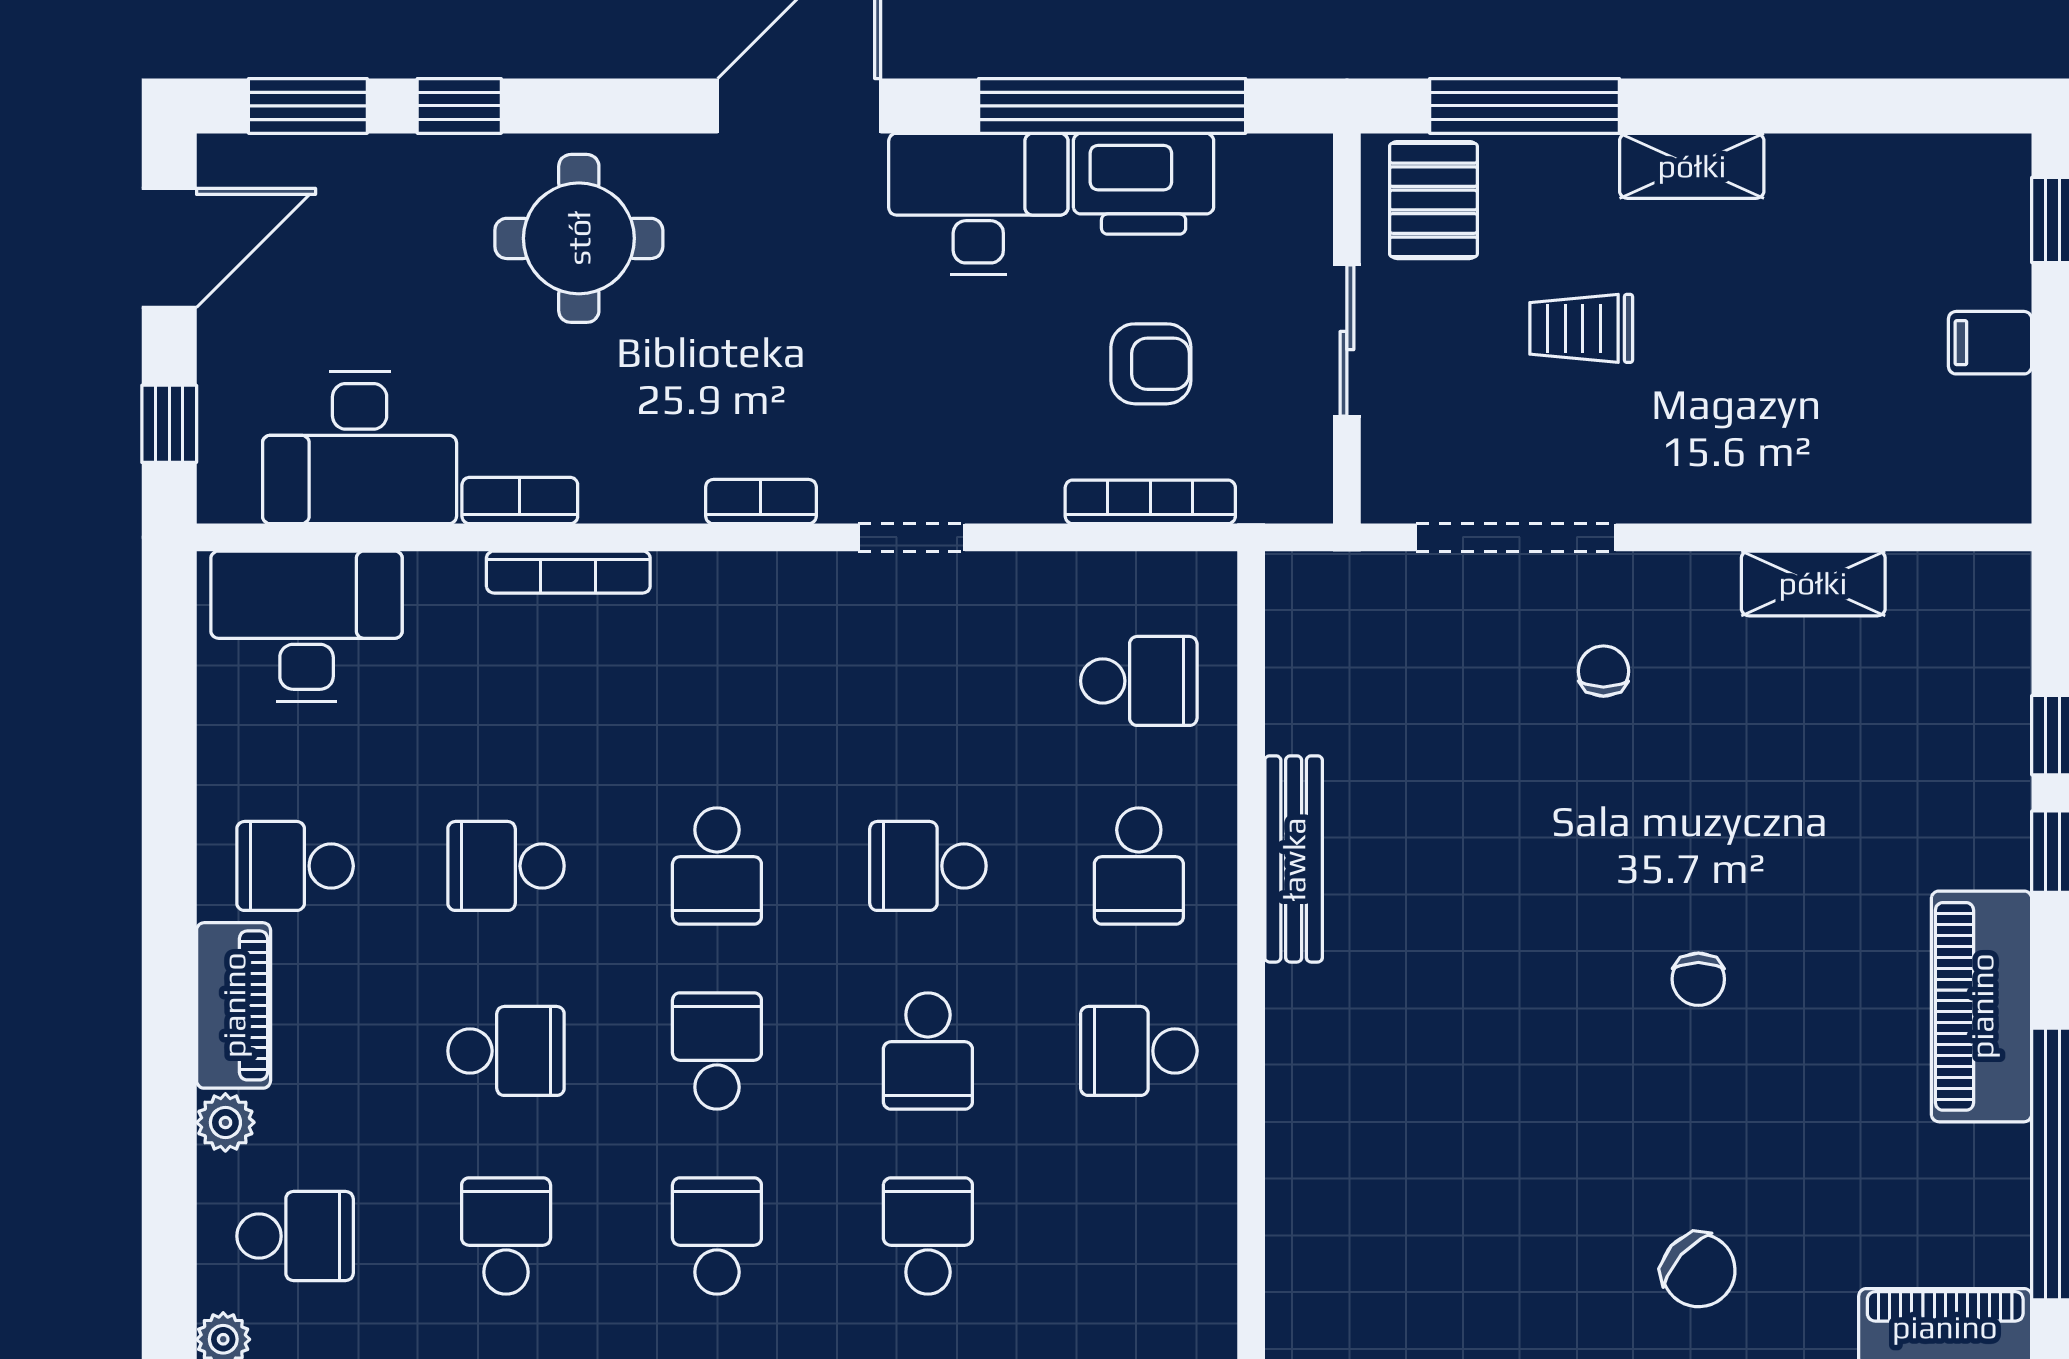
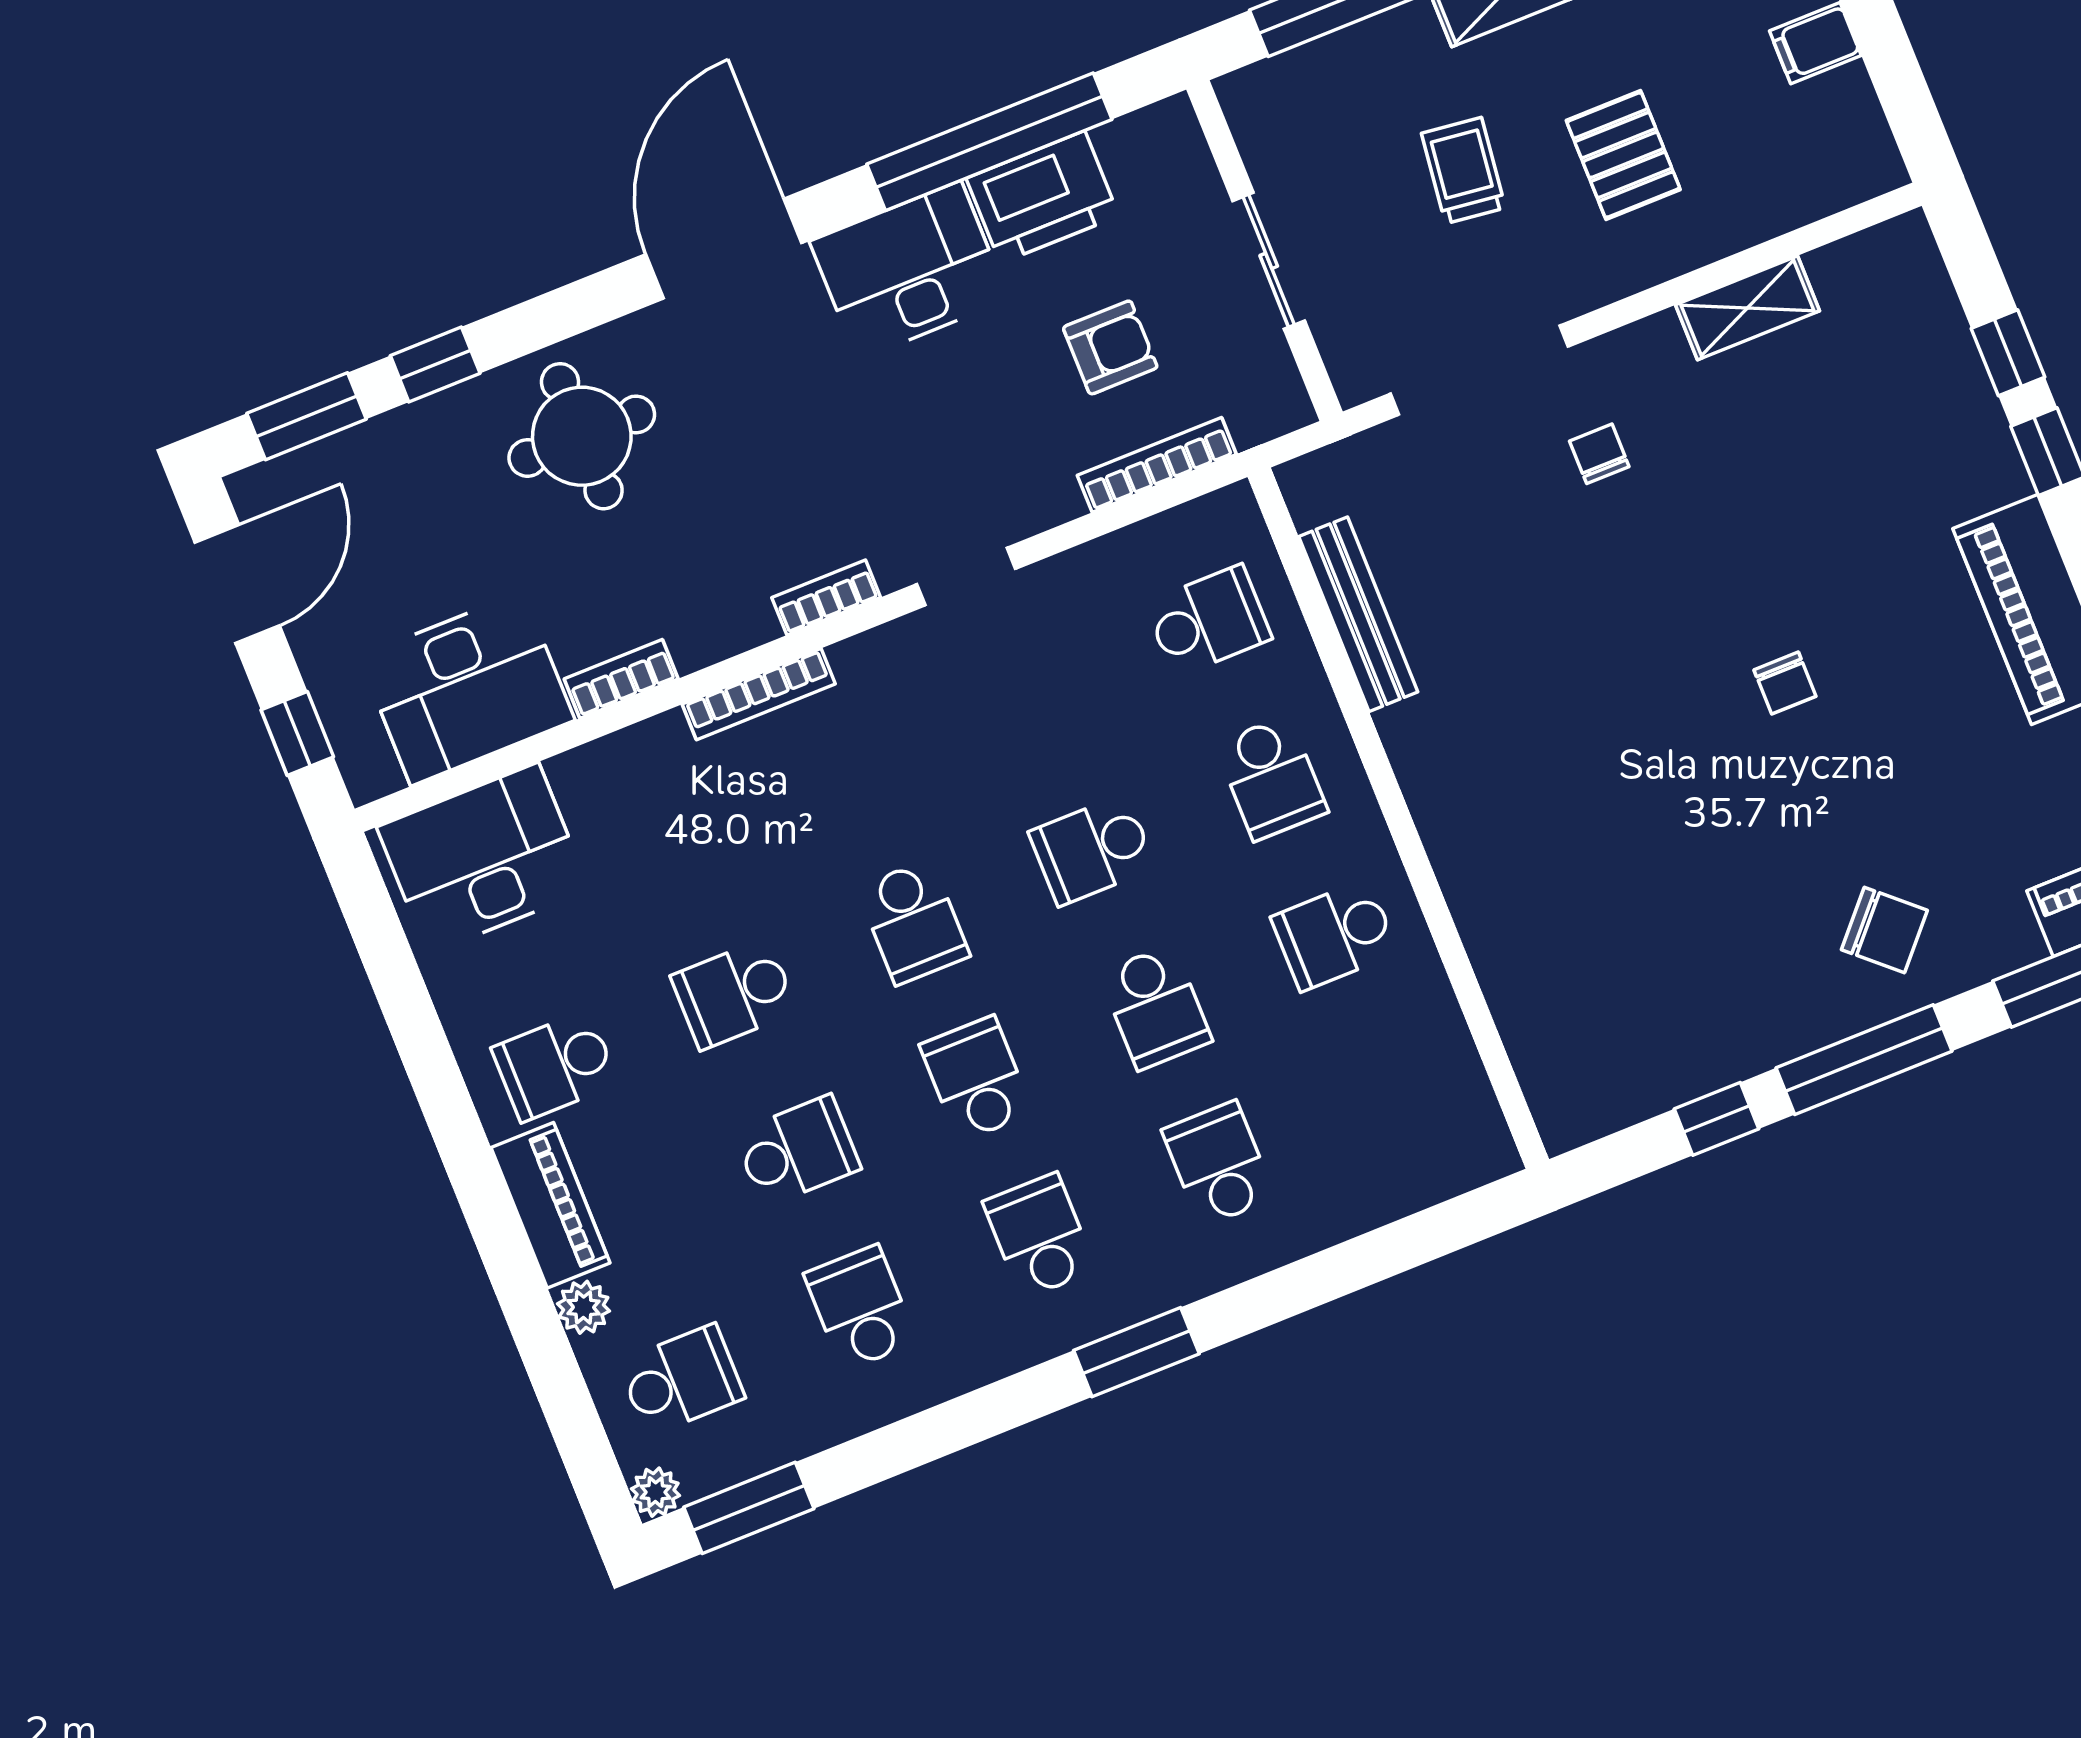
pallet: (1433, 200) -> (1623, 155), moved
trolley: (1581, 328) -> (1463, 171), turned 97
bookcase: (568, 572) -> (759, 694), moved
bench: (1294, 859) -> (1358, 614), moved

